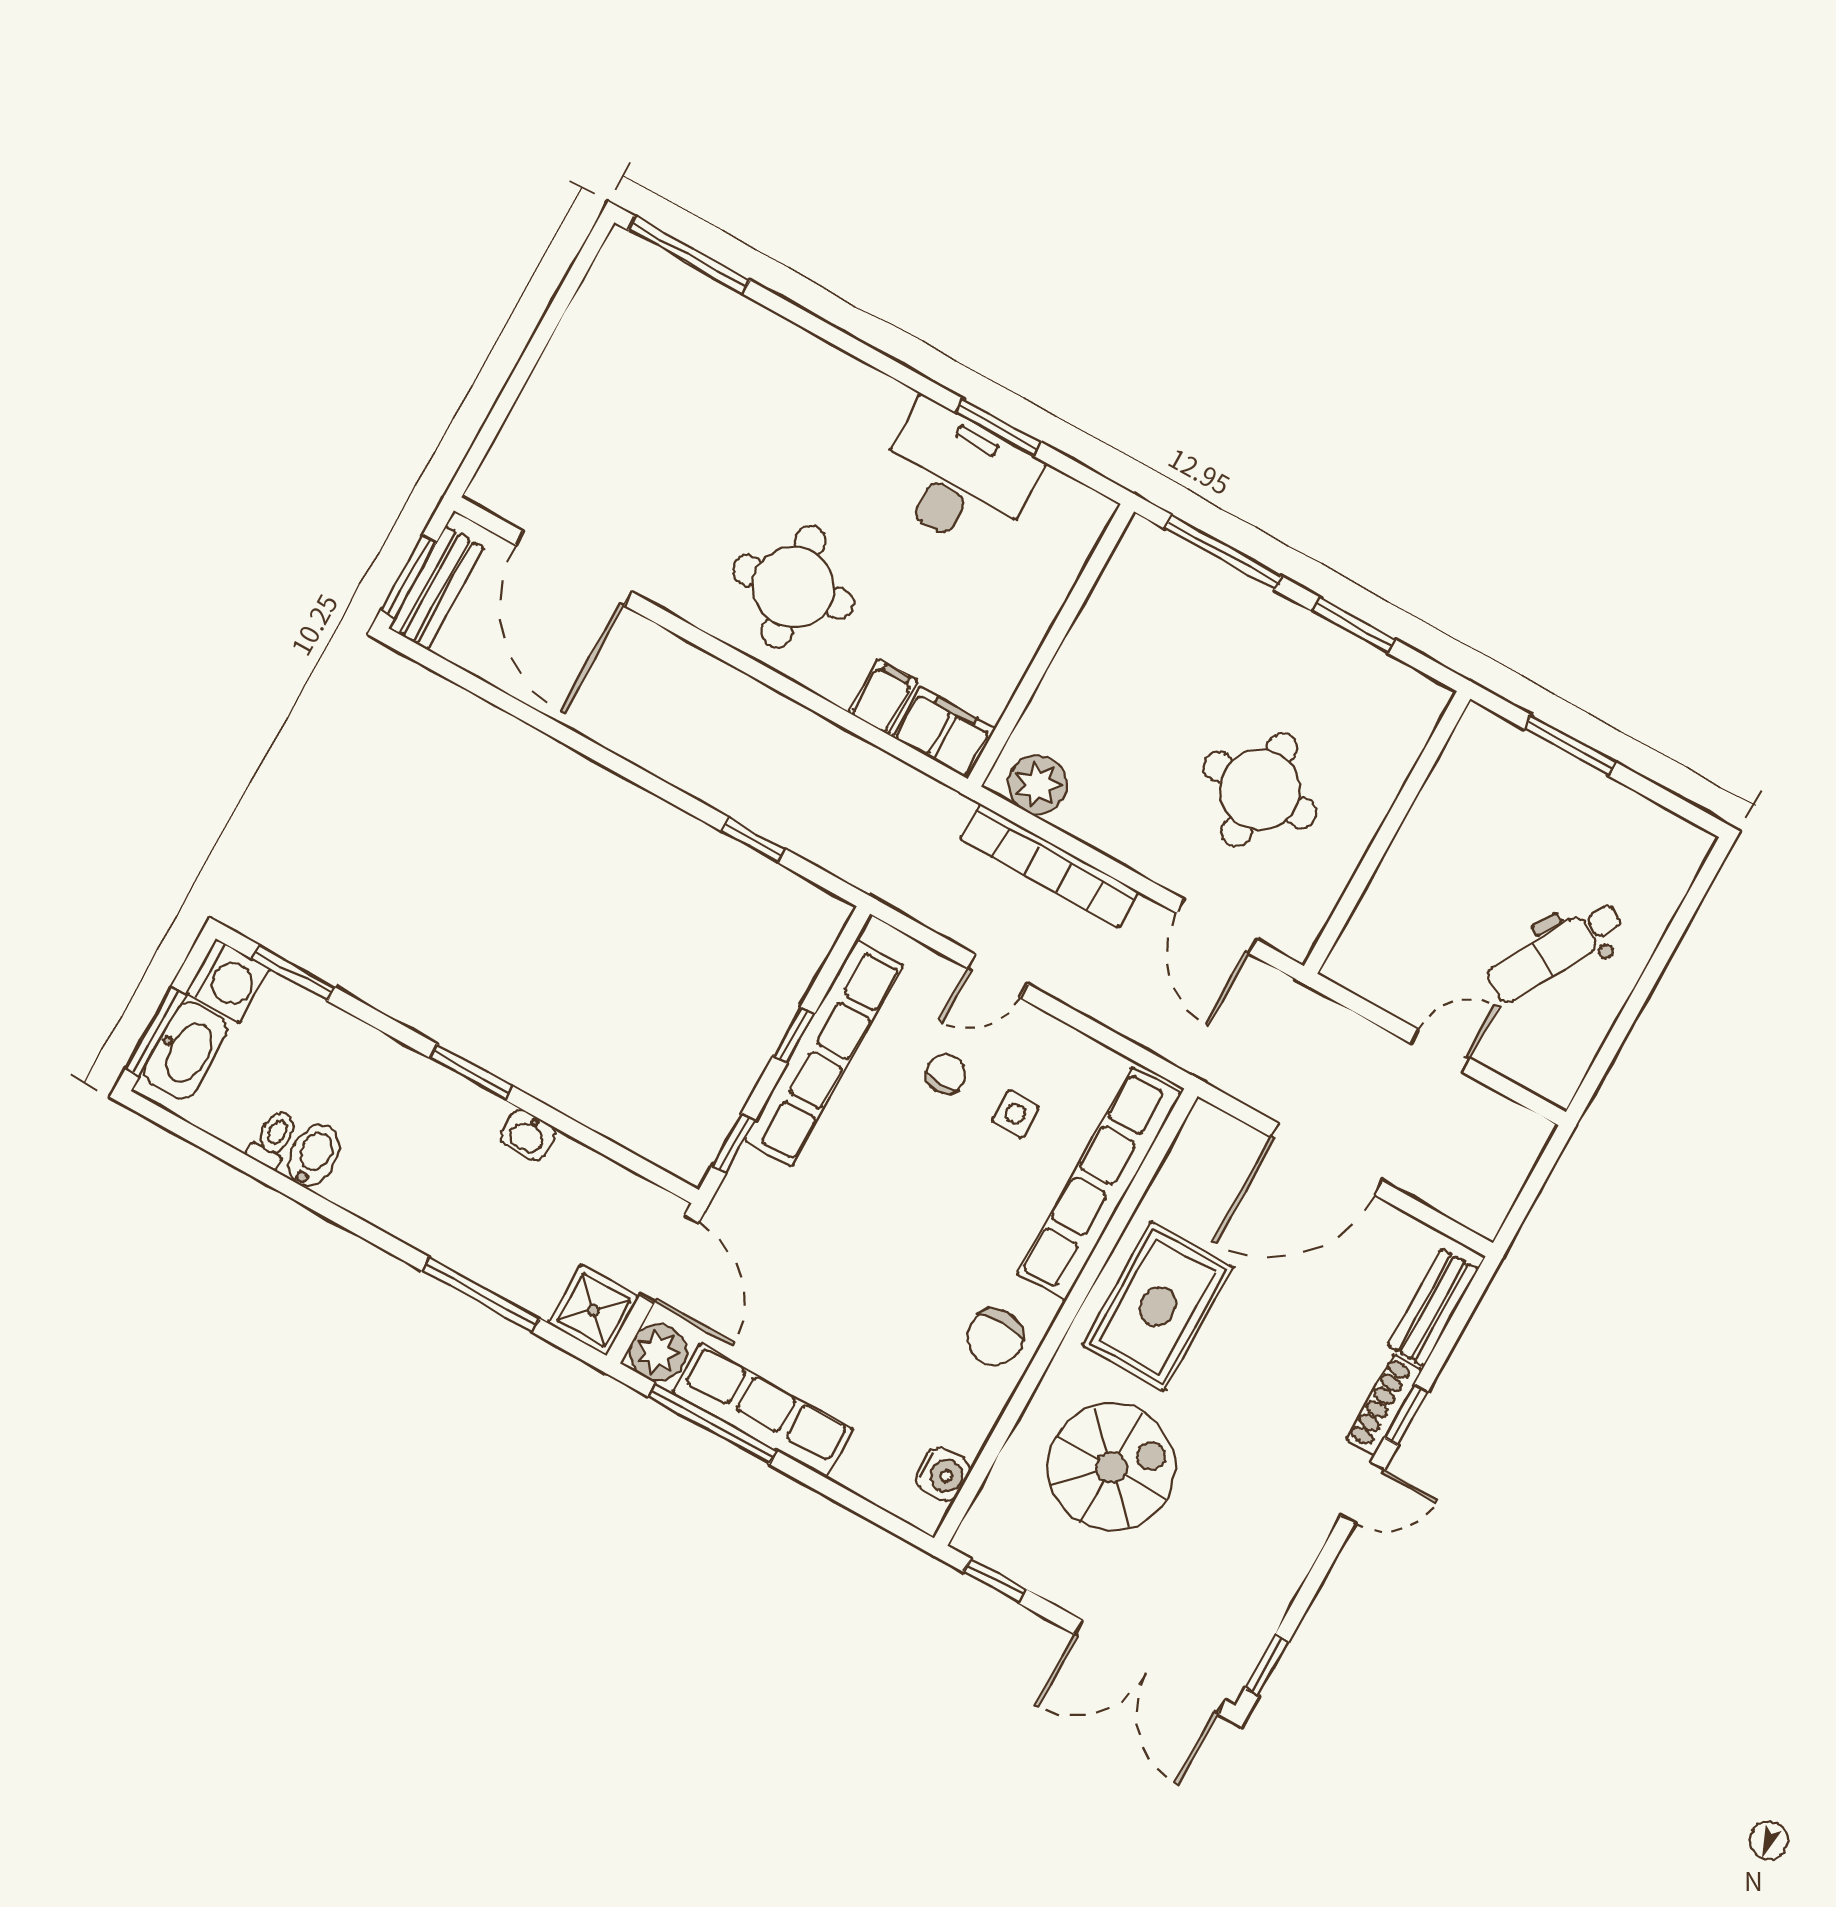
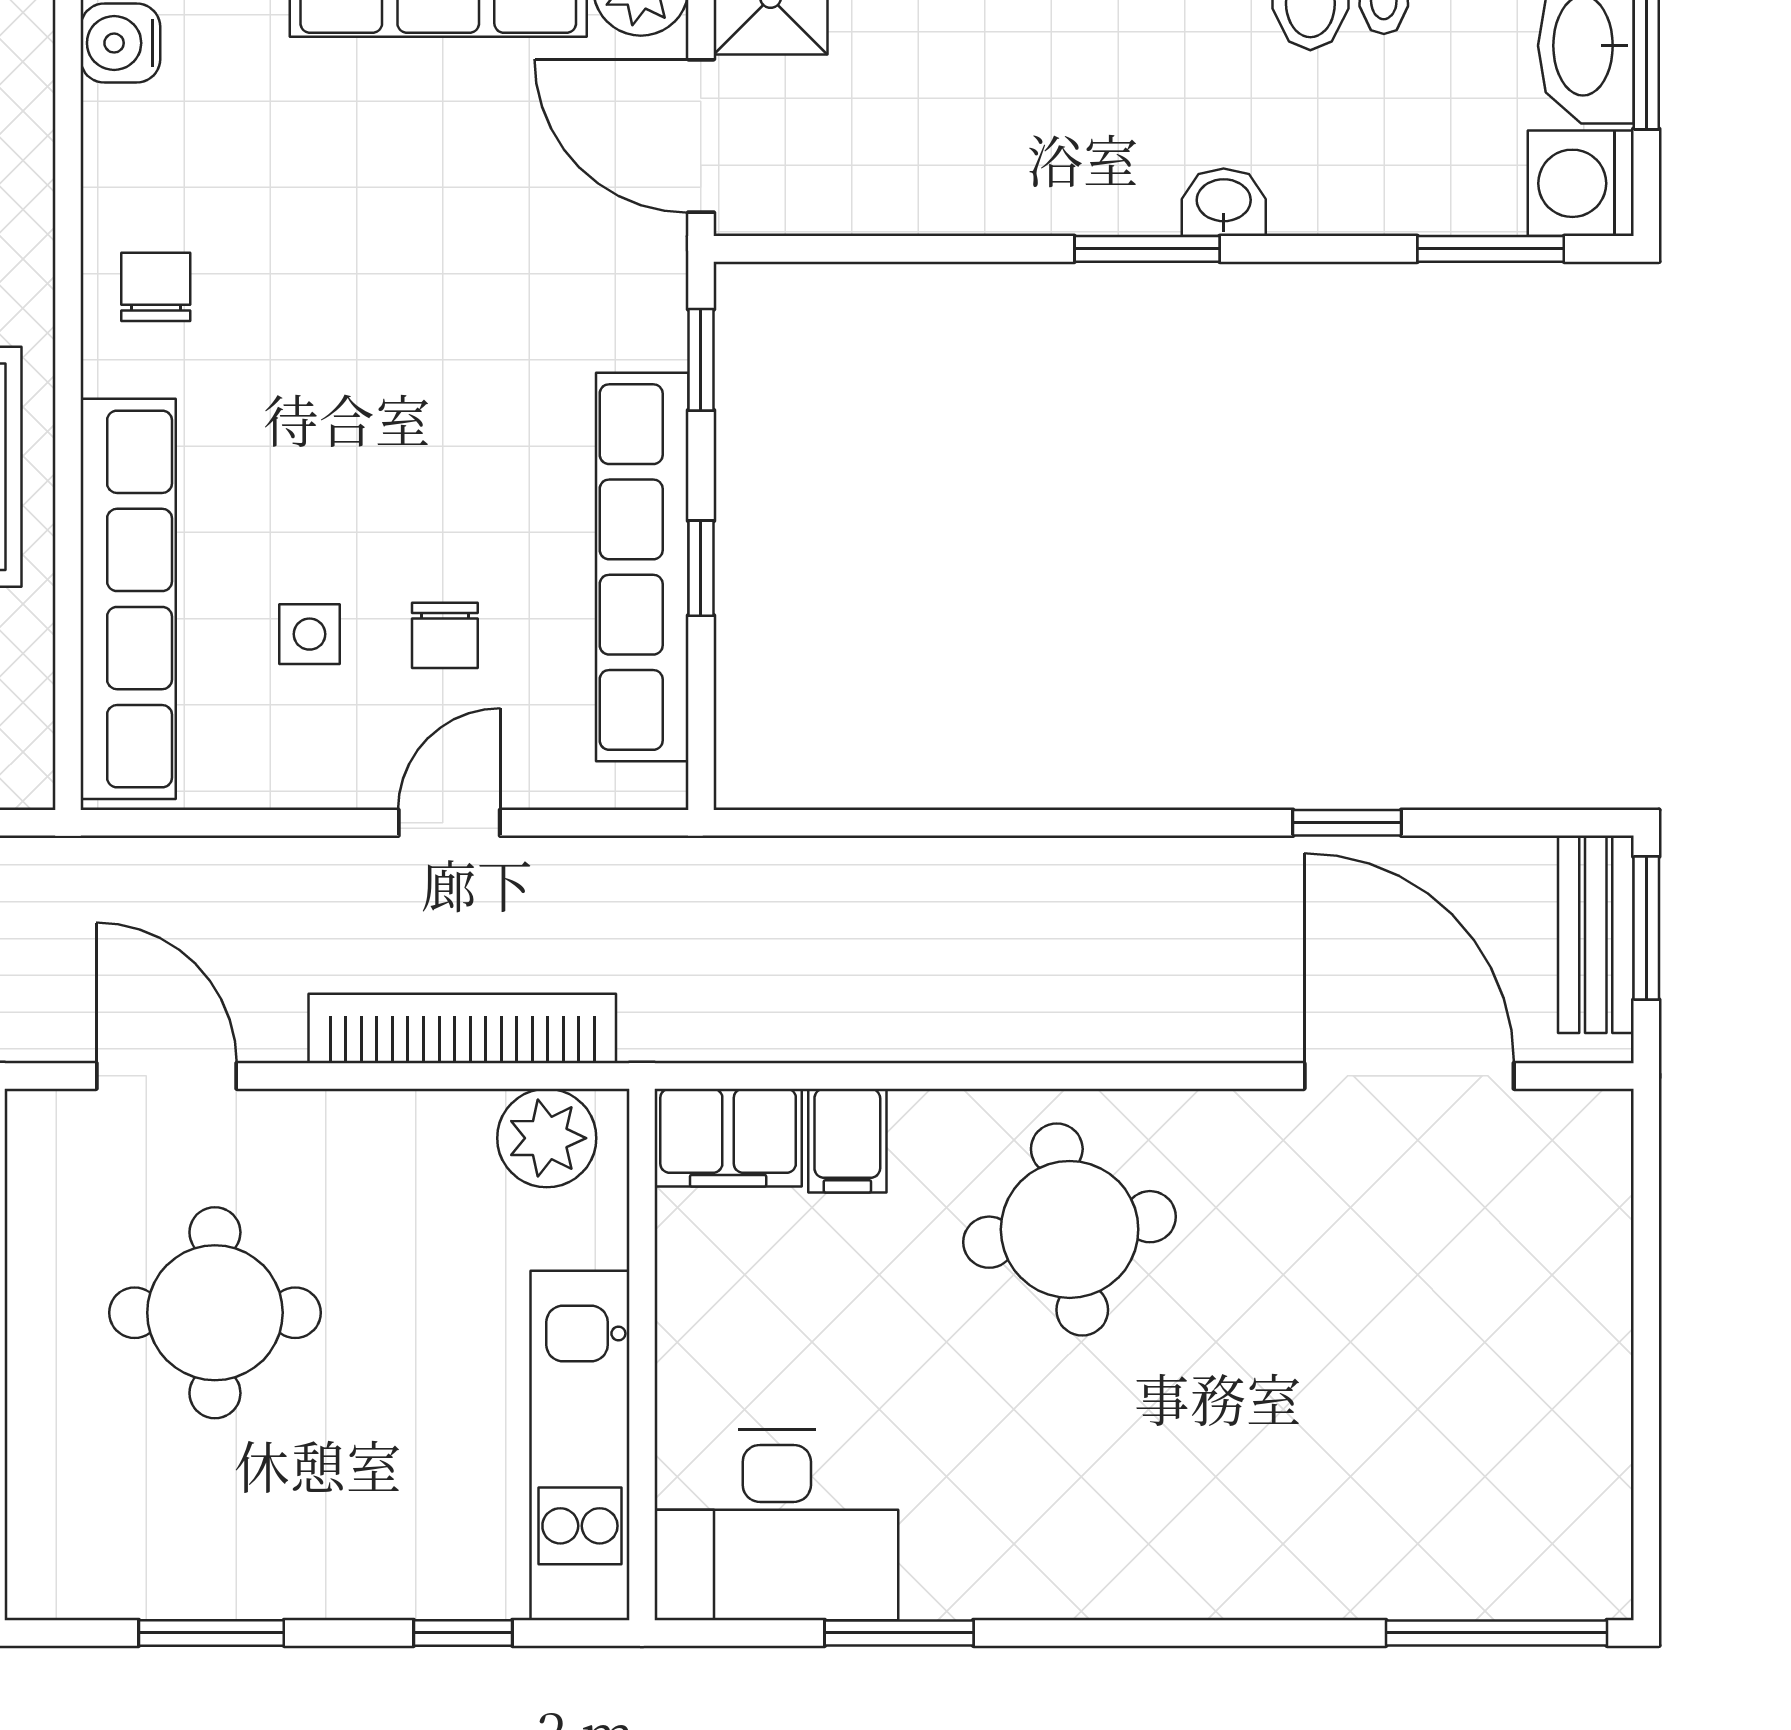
desk: (957, 477) -> (777, 1525), moved
window: (1224, 553) -> (463, 1633), width x0.46
kitchen unit: (1109, 616) -> (580, 1445), added
window: (753, 840) -> (1347, 823), moved
washbasin: (528, 1135) -> (1224, 202), moved
chair: (995, 1338) -> (156, 287), width x0.73, depth x0.73

